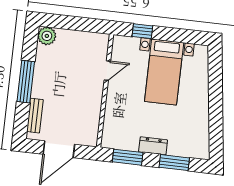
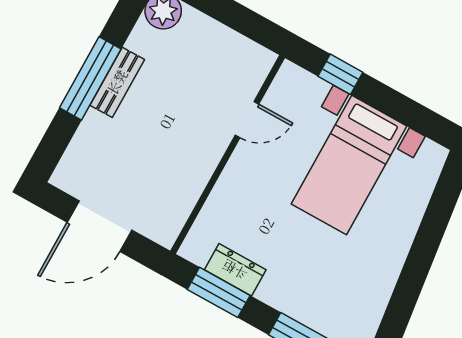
bench: (35, 116) -> (117, 82), moved
dresser: (153, 146) -> (235, 270), moved

